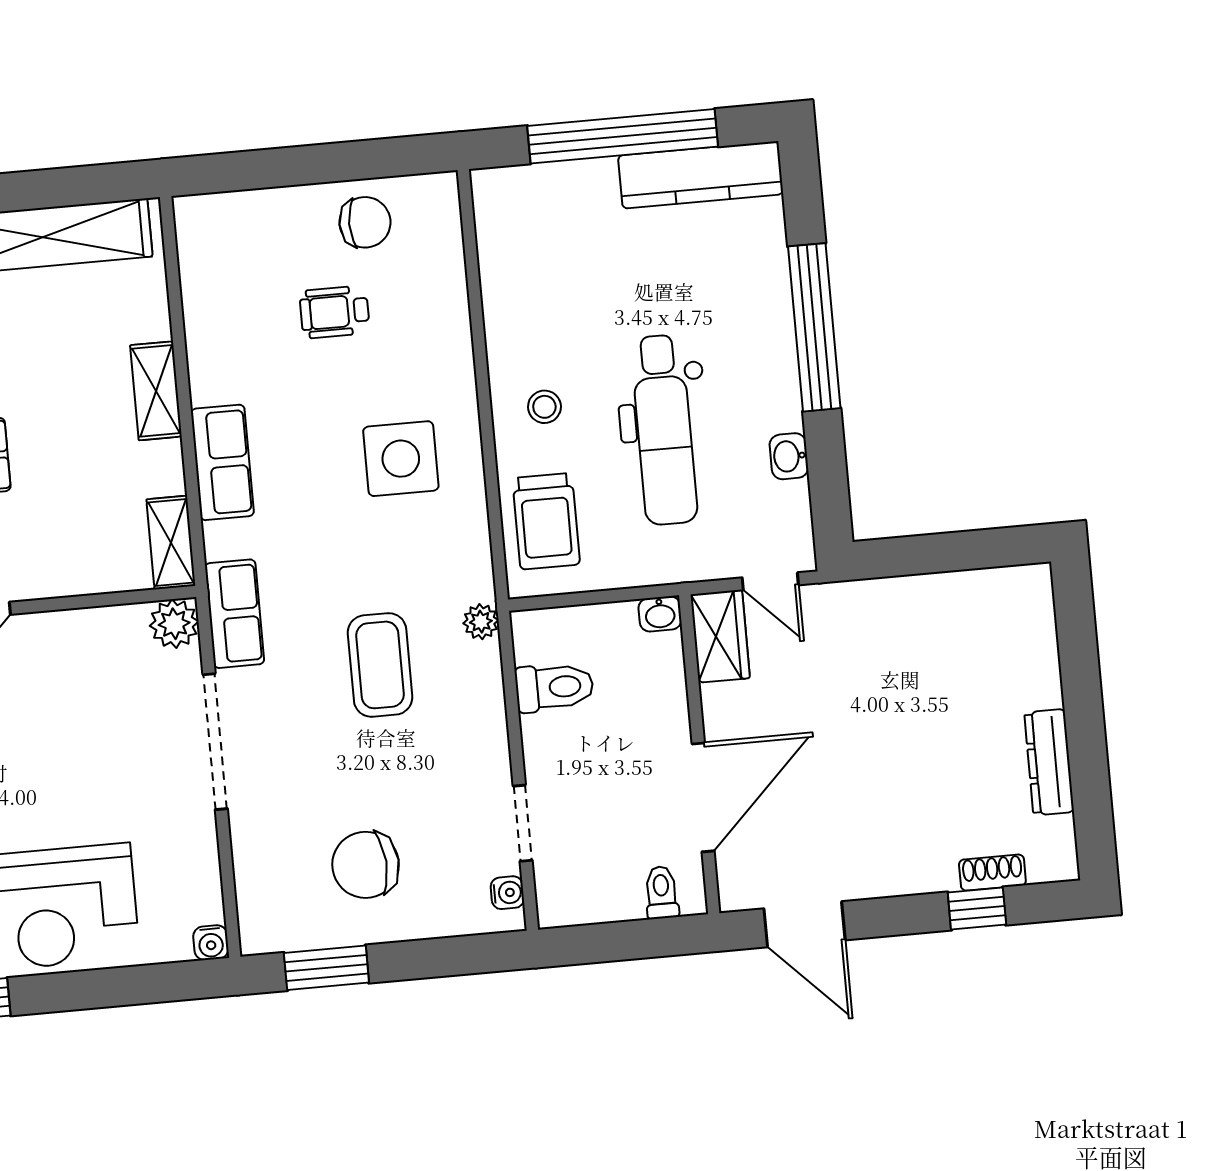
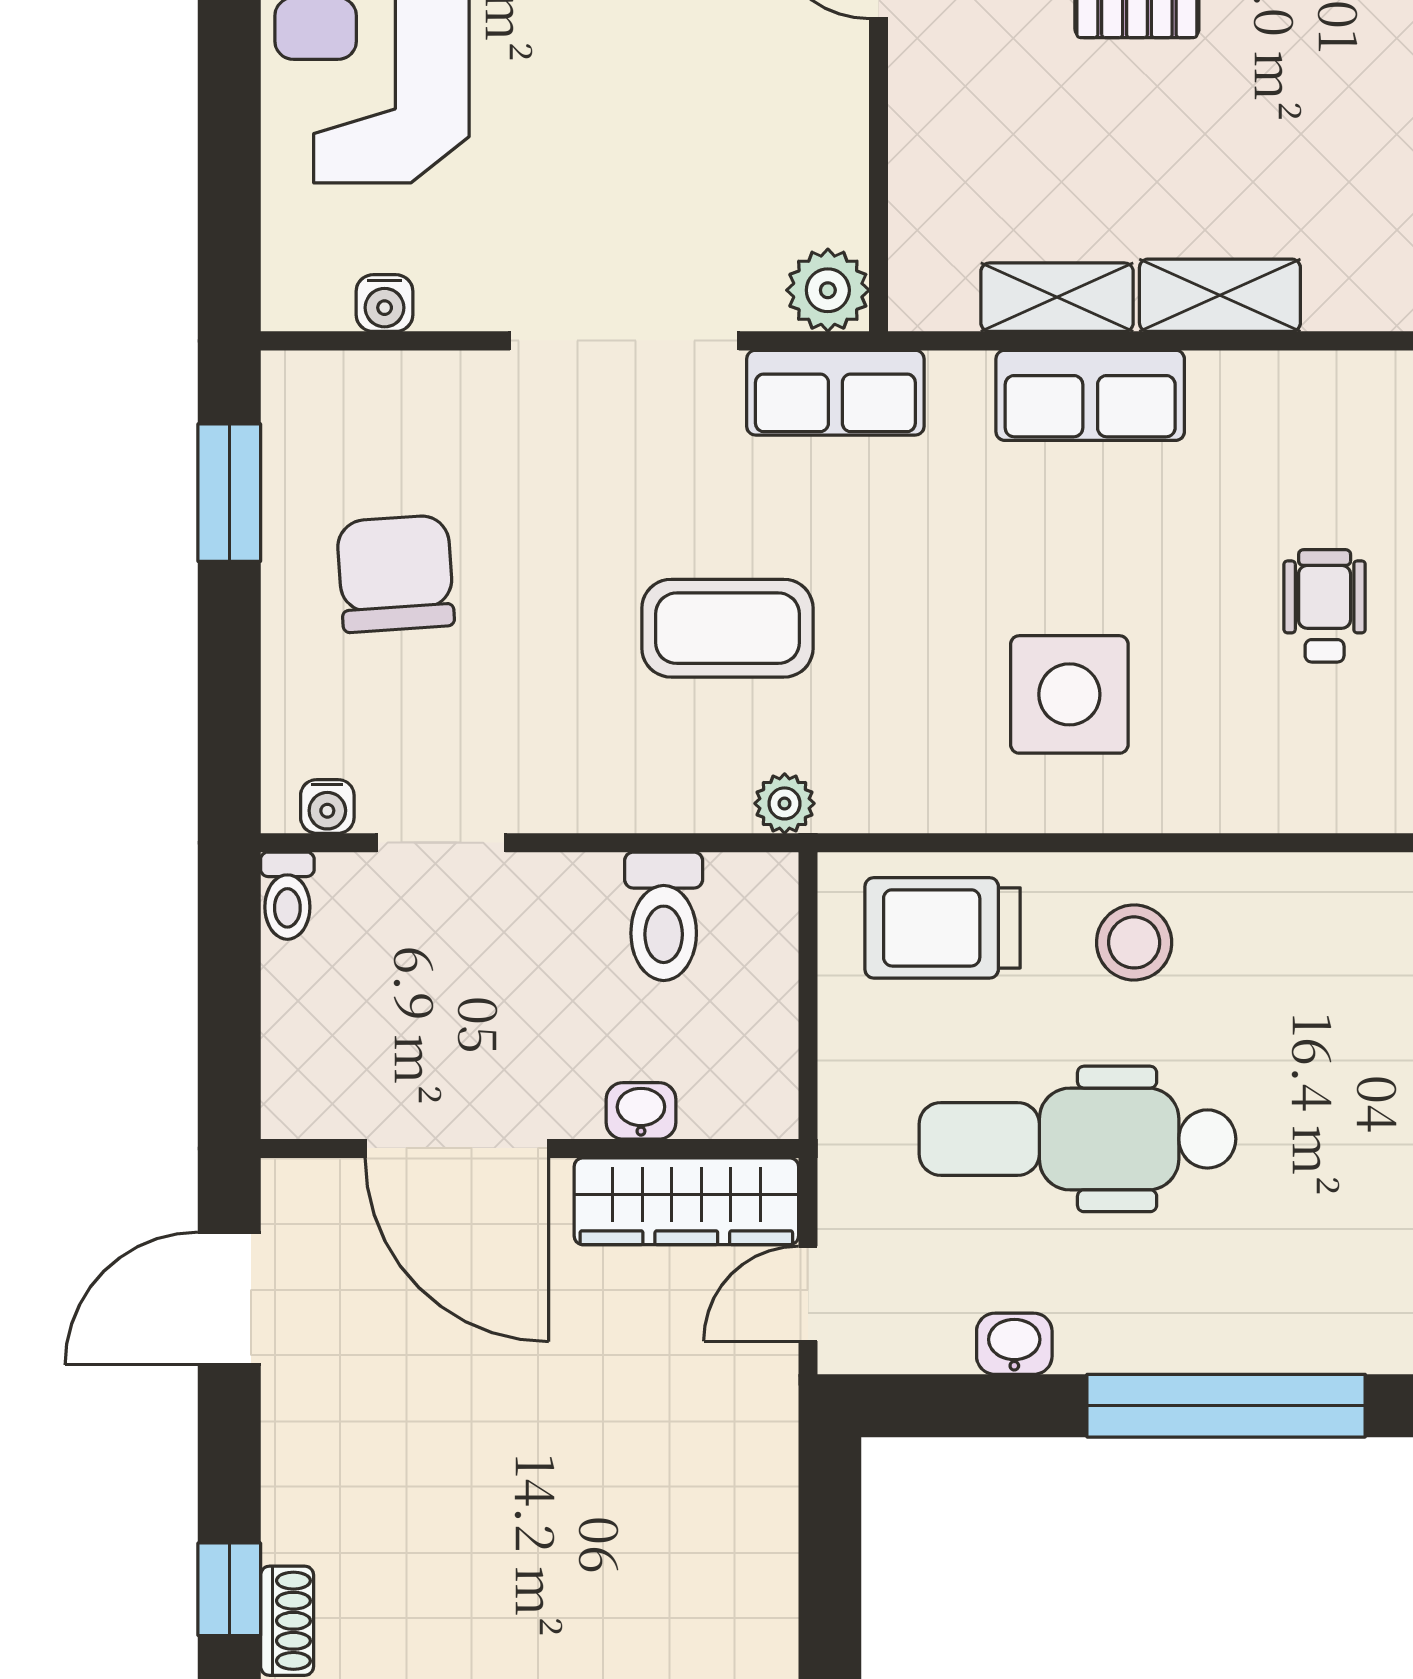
stool: (544, 407) -> (1134, 942), width x1.37, depth x1.37
shelving: (171, 543) -> (1057, 297), moved
washbasin: (660, 614) -> (641, 1111), moved, turned 90
wardrobe: (720, 636) -> (686, 1201), width x1.50
toilet: (661, 892) -> (287, 896), moved, turned 90
water cooler: (211, 943) -> (385, 303), moved, turned -90

